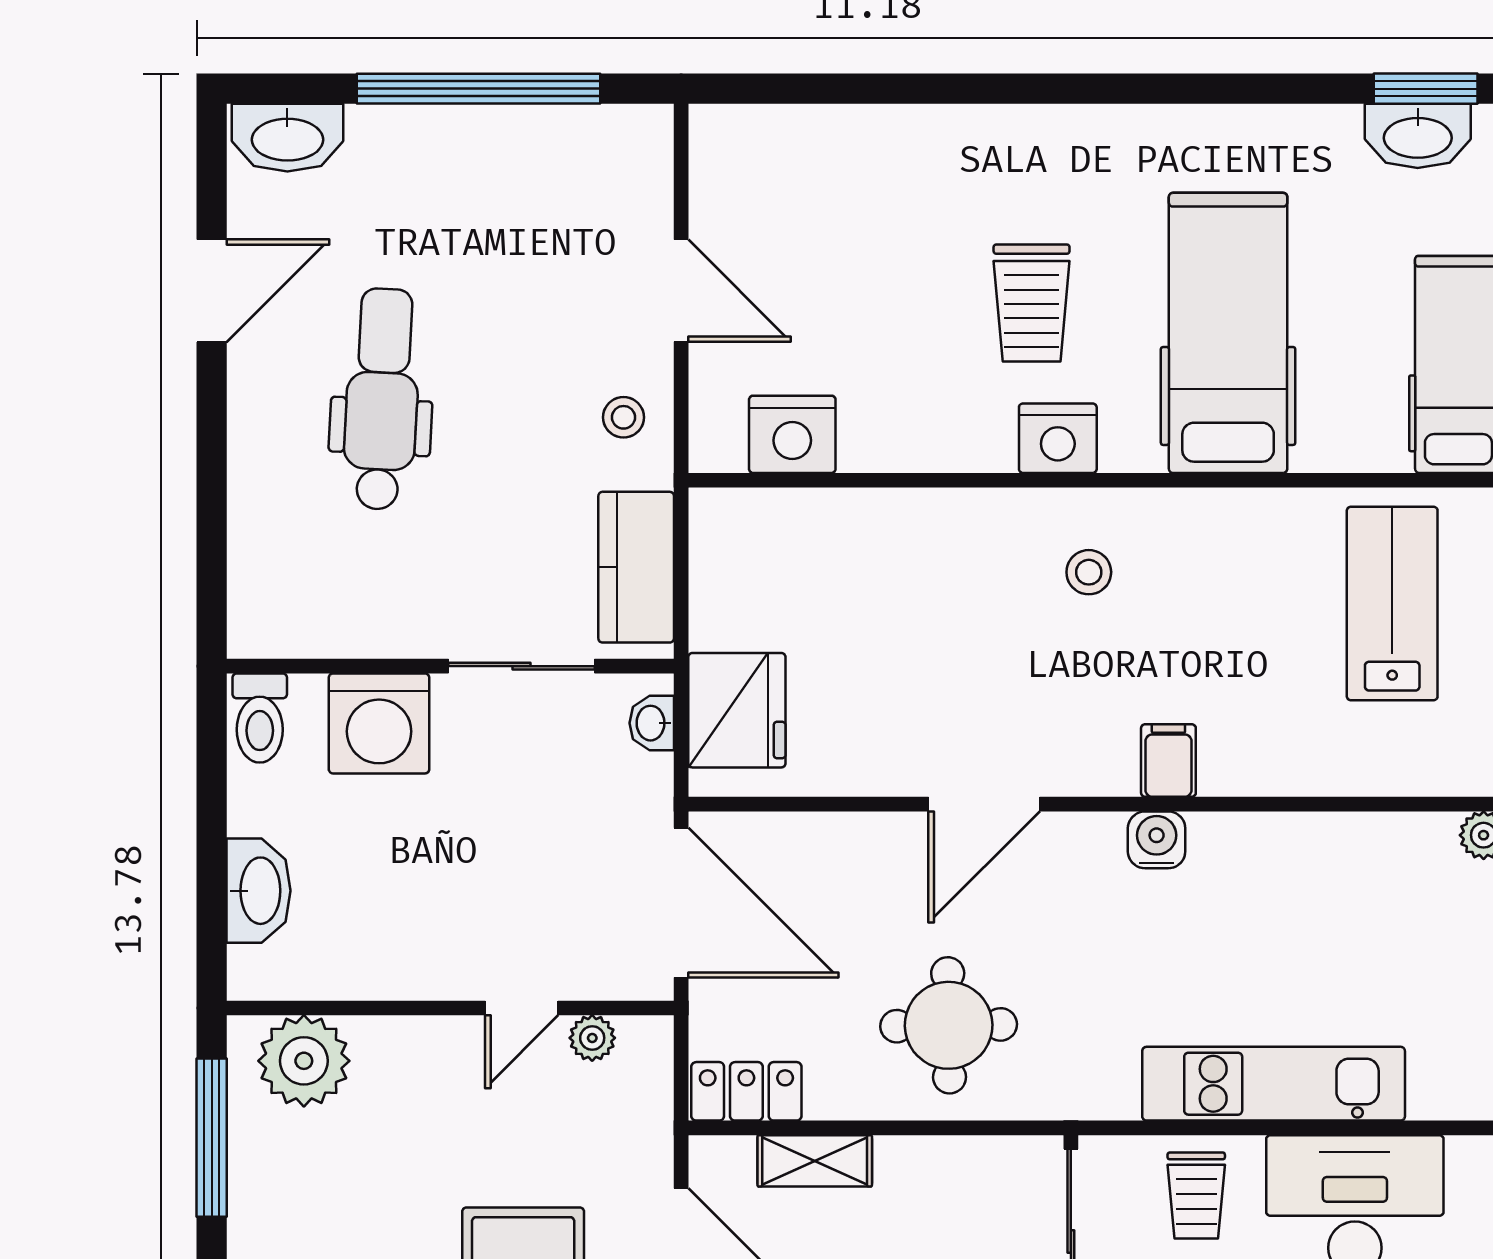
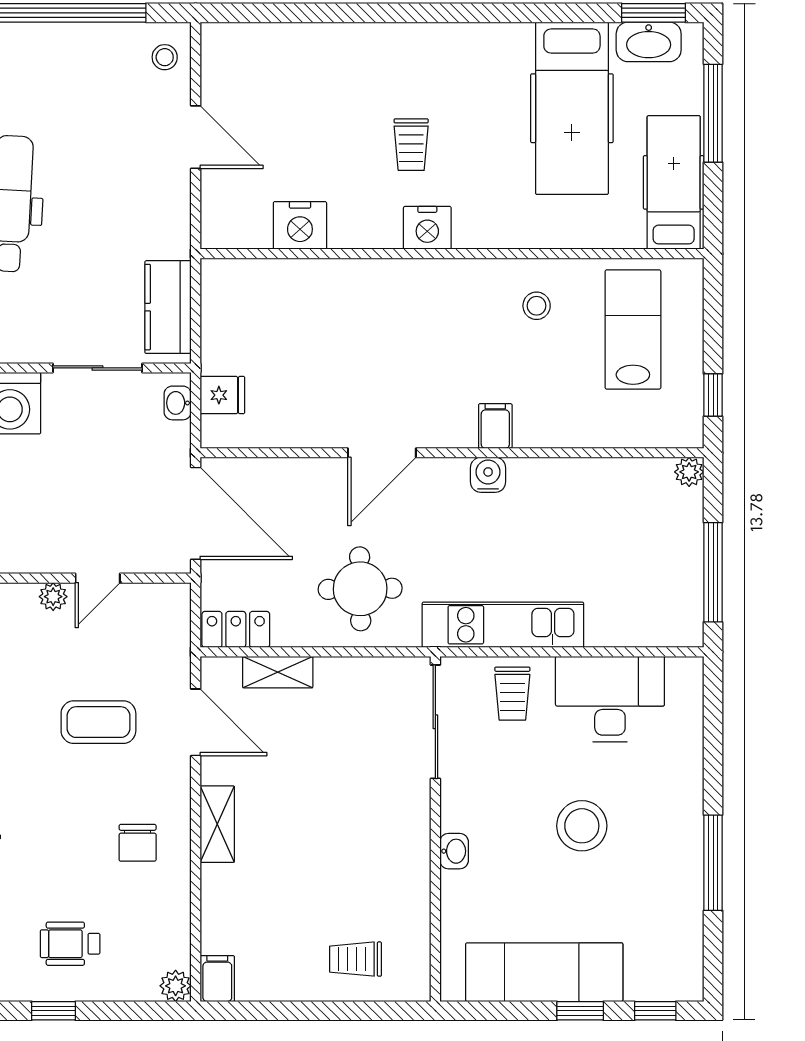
trolley: (1032, 303) -> (411, 145), width x0.73, depth x0.72
hospital bed: (1228, 333) -> (572, 108), moved, turned 180
stool: (623, 417) -> (165, 57), moved
nightstand: (792, 434) -> (300, 225), moved
stool: (1089, 572) -> (537, 306), moved
fridge: (737, 710) -> (222, 395), width x0.53, depth x0.75
plant: (592, 1038) -> (53, 597), moved
kitchen unit: (1274, 1084) -> (503, 625), moved

